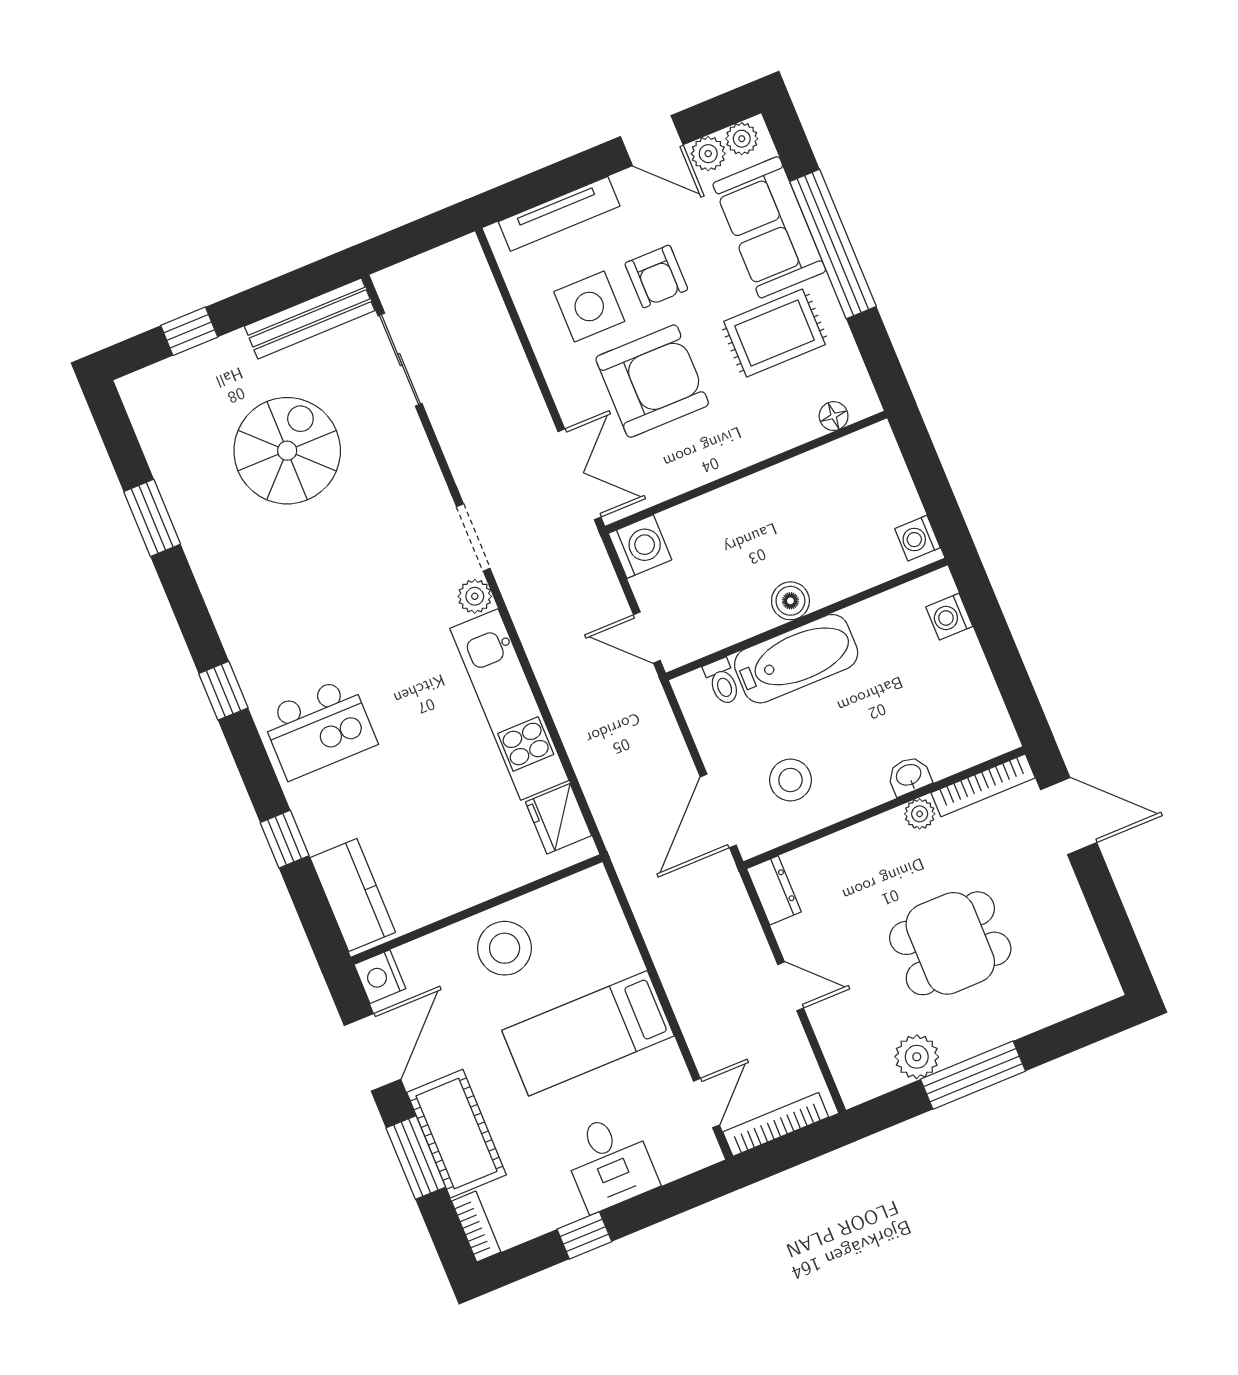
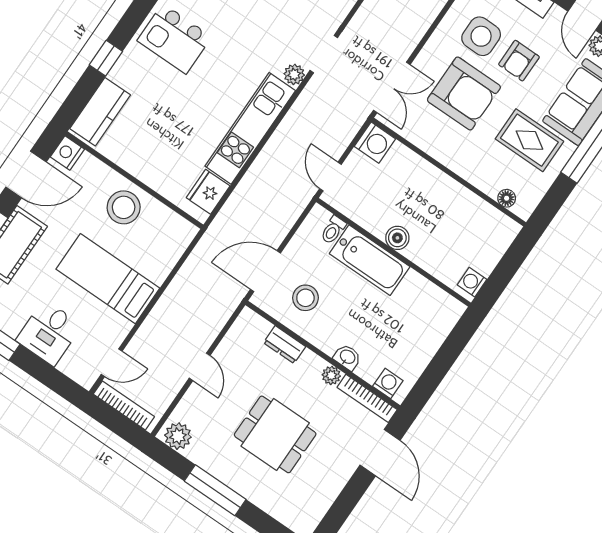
washing machine: (949, 617) -> (388, 383), moved, turned 90
dresser: (774, 890) -> (285, 345), moved, turned 90
plant: (917, 1057) -> (178, 436), moved

